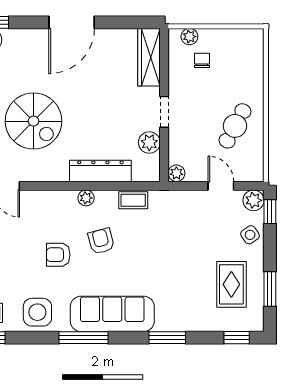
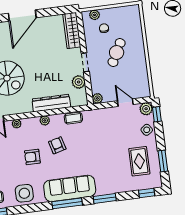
cafe table: (235, 126) -> (117, 52), moved
plant: (40, 197) -> (17, 124), added
window: (83, 338) -> (67, 203), moved

